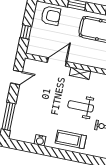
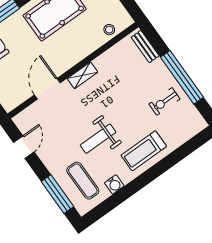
weight bench: (81, 106) -> (98, 139), moved
exercise mat: (27, 123) -> (83, 181), added

